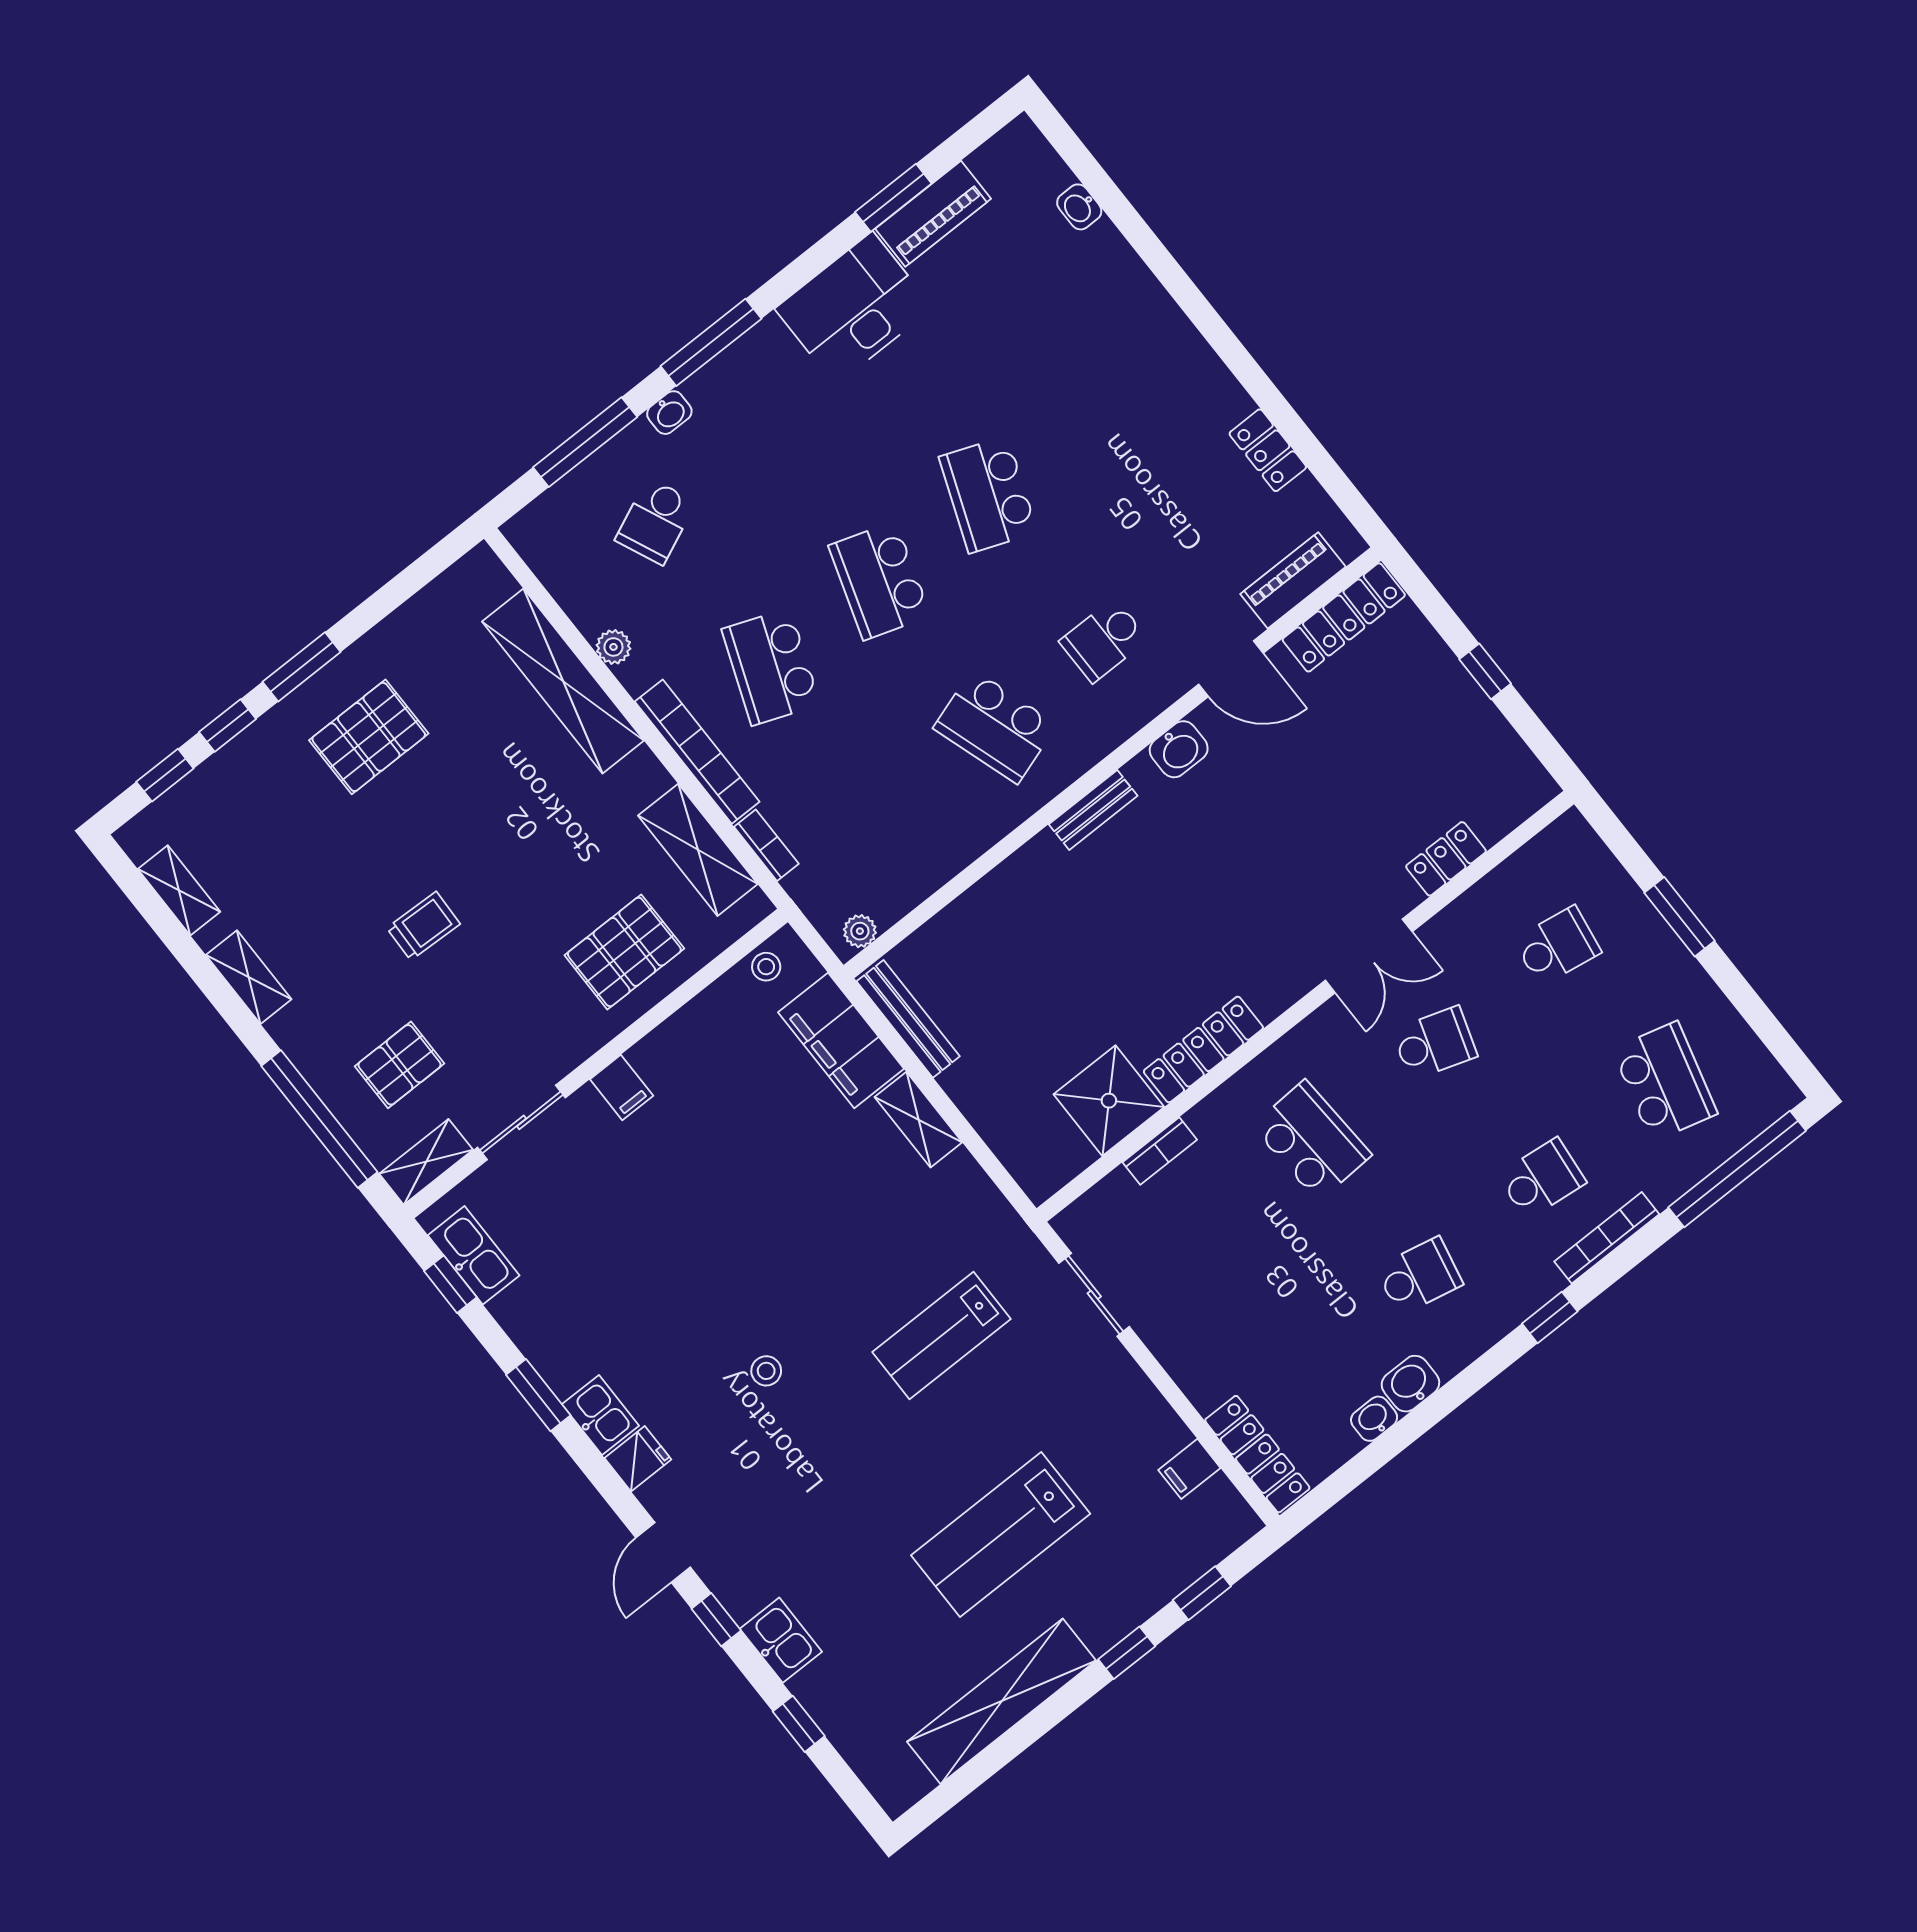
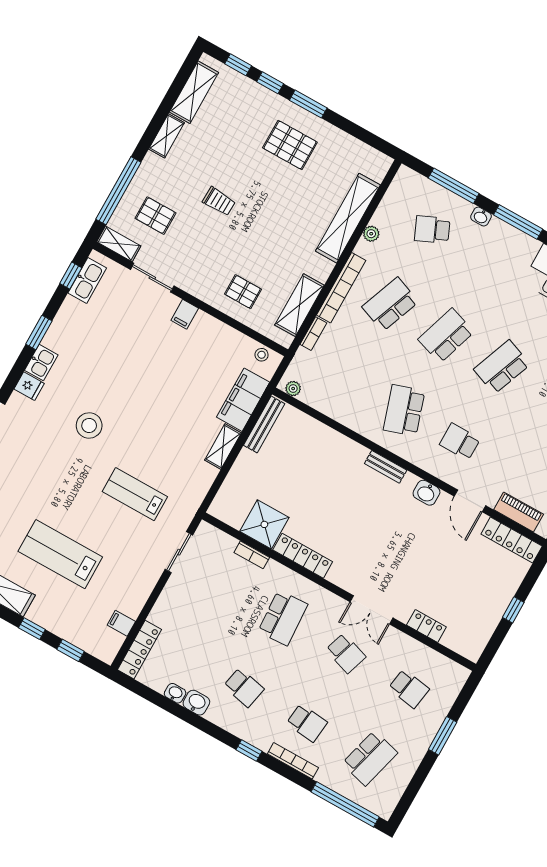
shelving: (179, 890) -> (194, 92), width x1.50, depth x1.33
pallet: (624, 952) -> (243, 292), width x0.67, depth x0.71
stool: (766, 1371) -> (89, 426), width x1.89, depth x1.89

